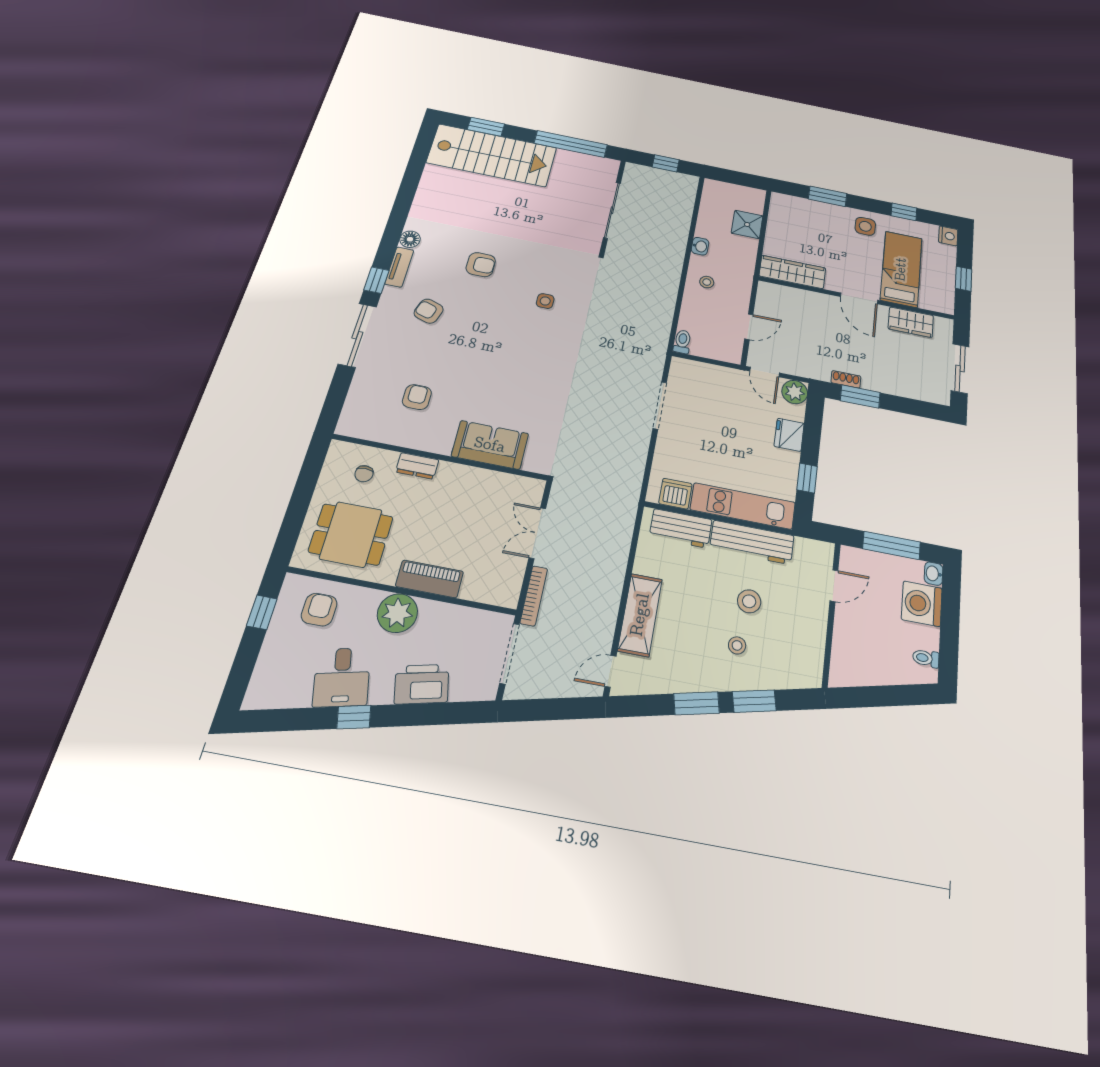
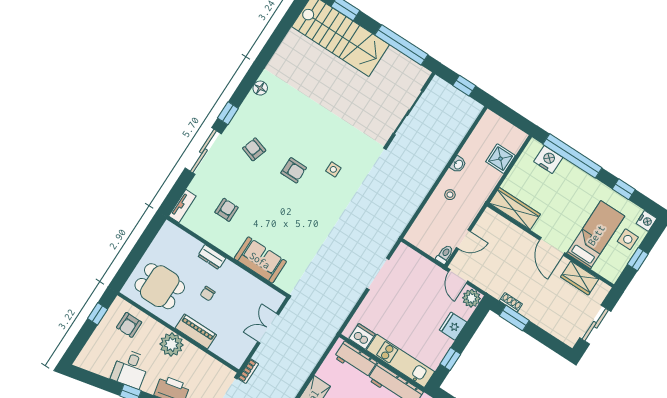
window: (828, 196) -> (572, 156), width x2.11
nightstand: (802, 208) -> (548, 159), added
side table: (865, 226) -> (628, 239), moved
armchair: (481, 265) -> (294, 170), moved
tv unit: (399, 267) -> (182, 206), moved
toilet: (682, 342) -> (445, 254), moved
chair: (364, 474) -> (208, 294), moved
bookcase: (534, 596) -> (248, 371), width x0.64
armchair: (319, 610) -> (129, 325), turned 180

